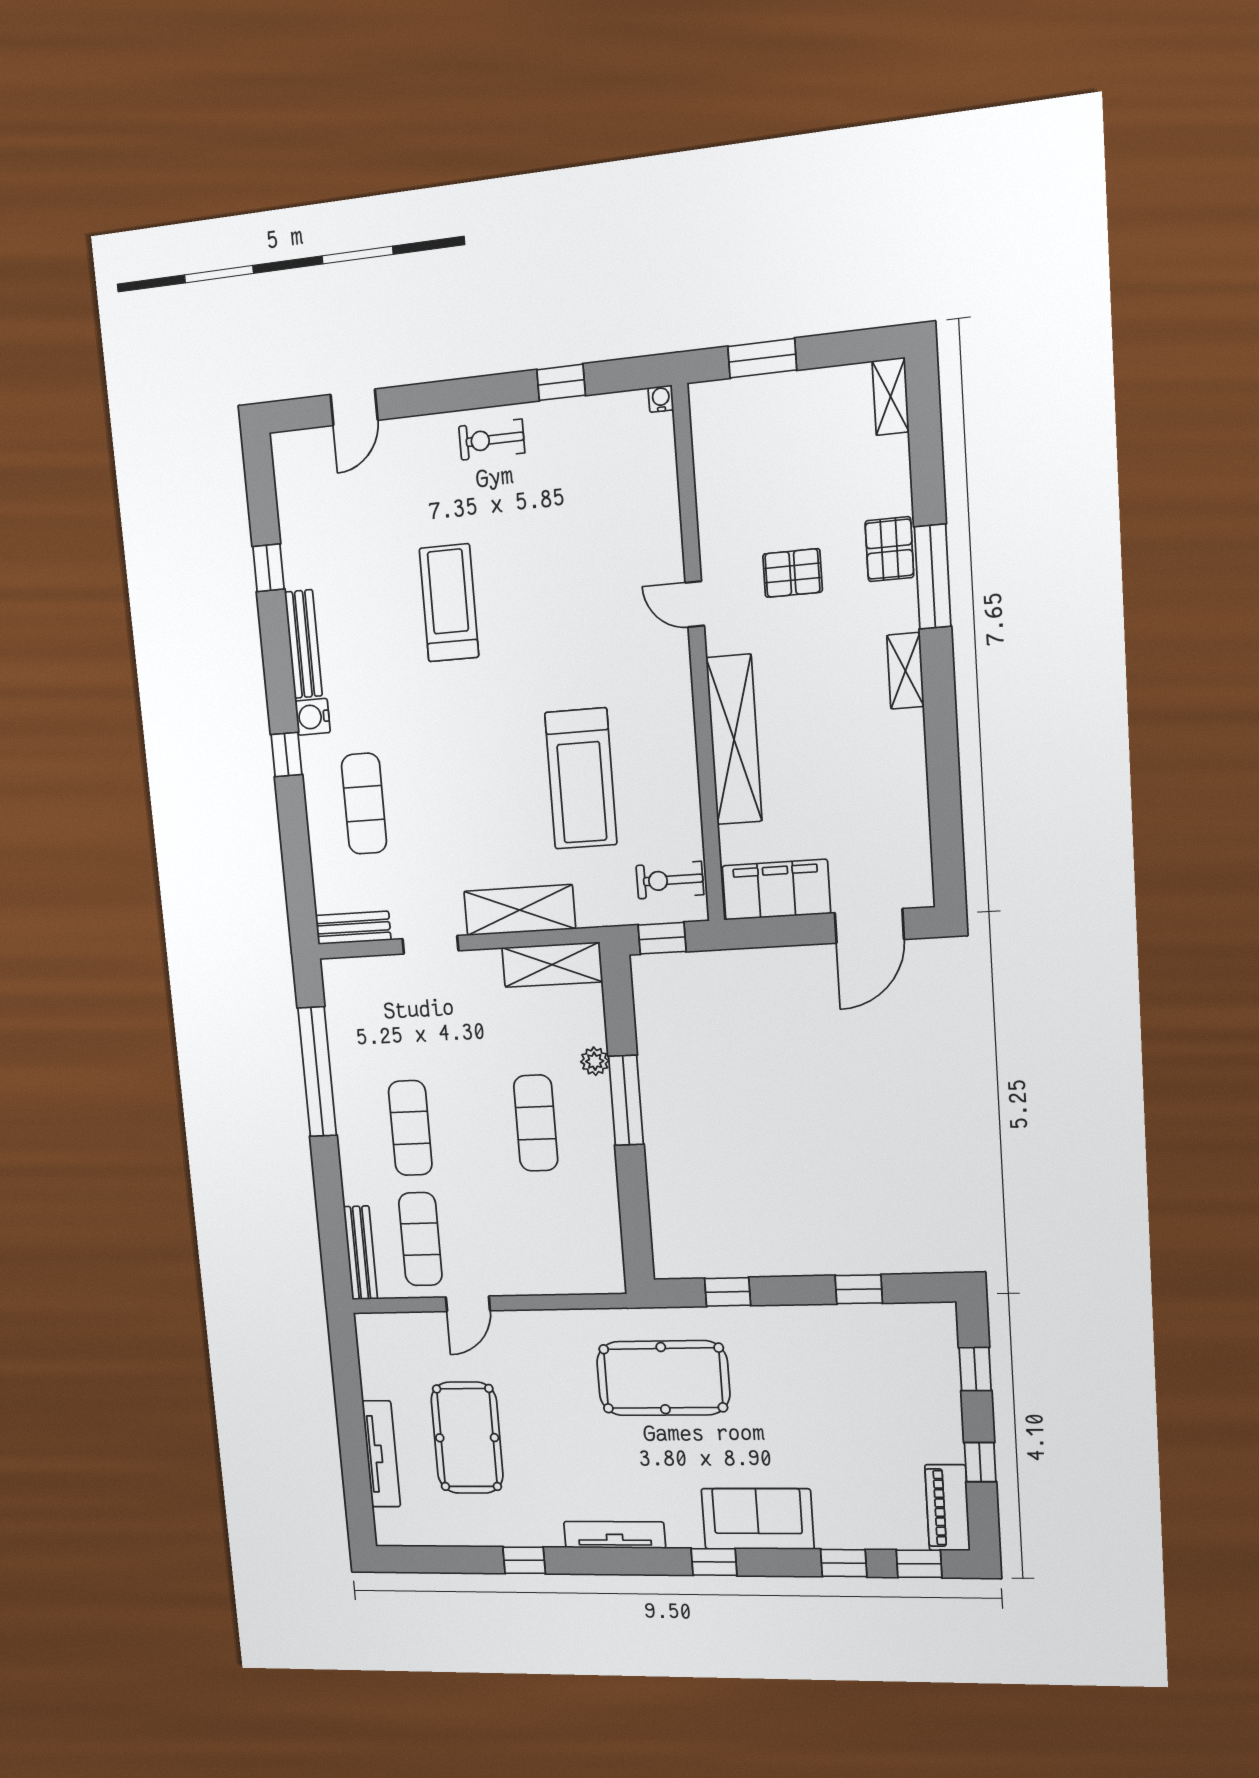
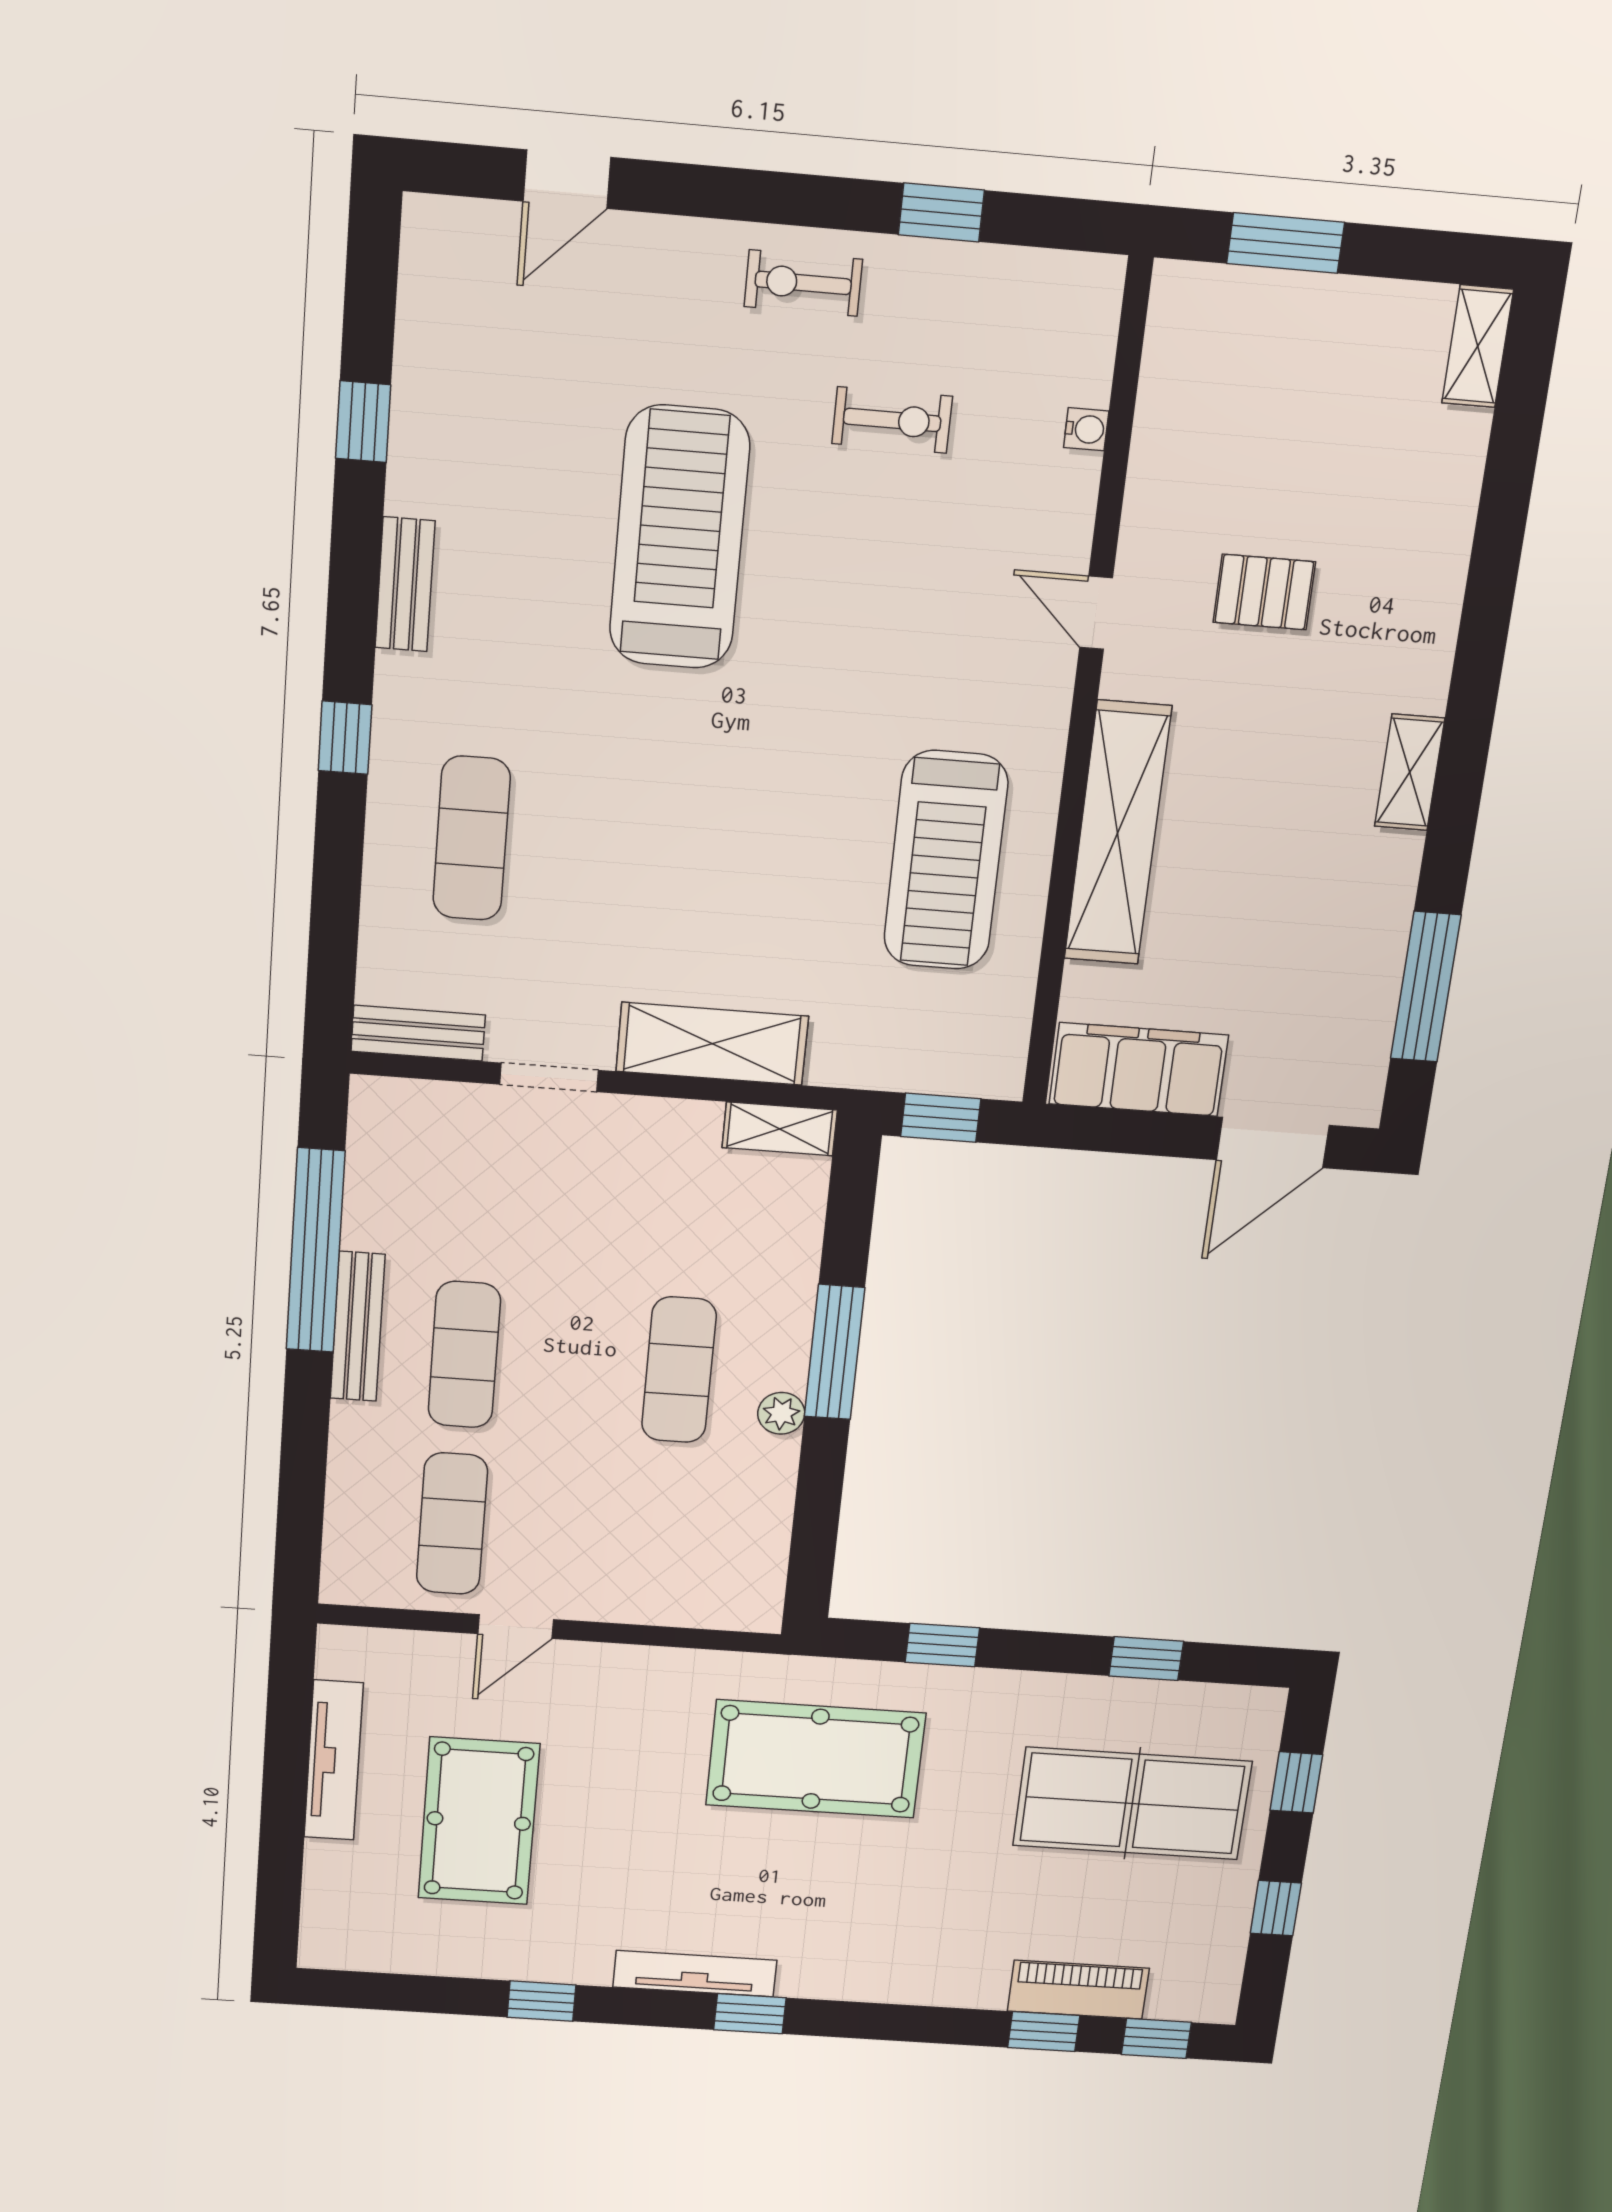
water cooler: (661, 399) -> (1086, 429), moved, turned 90
pallet: (889, 549) -> (1425, 583), removed
window: (933, 577) -> (1426, 987), moved
treadmill: (449, 603) -> (679, 538), width x1.37, depth x1.37
bench: (303, 644) -> (405, 584), width x0.73
water cooler: (313, 717) -> (403, 683), removed
treadmill: (581, 779) -> (946, 861), moved
exercise bike: (670, 880) -> (892, 420), moved, turned 180
shelving: (552, 965) -> (780, 1129), width x0.67, depth x0.75
plant: (595, 1061) -> (781, 1413), moved
bench: (360, 1253) -> (358, 1327), moved
table tennis table: (870, 1393) -> (1132, 1803), added
tv unit: (381, 1454) -> (334, 1760), moved
piano: (947, 1508) -> (1078, 1990), moved, turned 90
sofa: (758, 1519) -> (925, 1964), removed
window: (714, 1562) -> (750, 2014), moved

